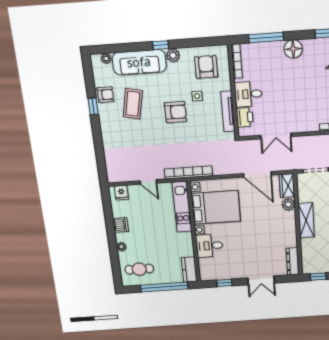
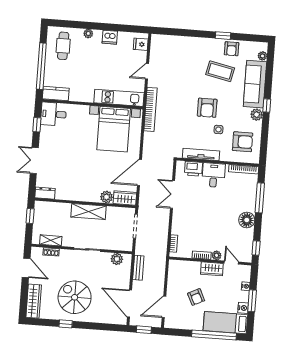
desk: (209, 246) -> (54, 114), moved, turned -90
dresser: (293, 261) -> (45, 193), width x0.70

